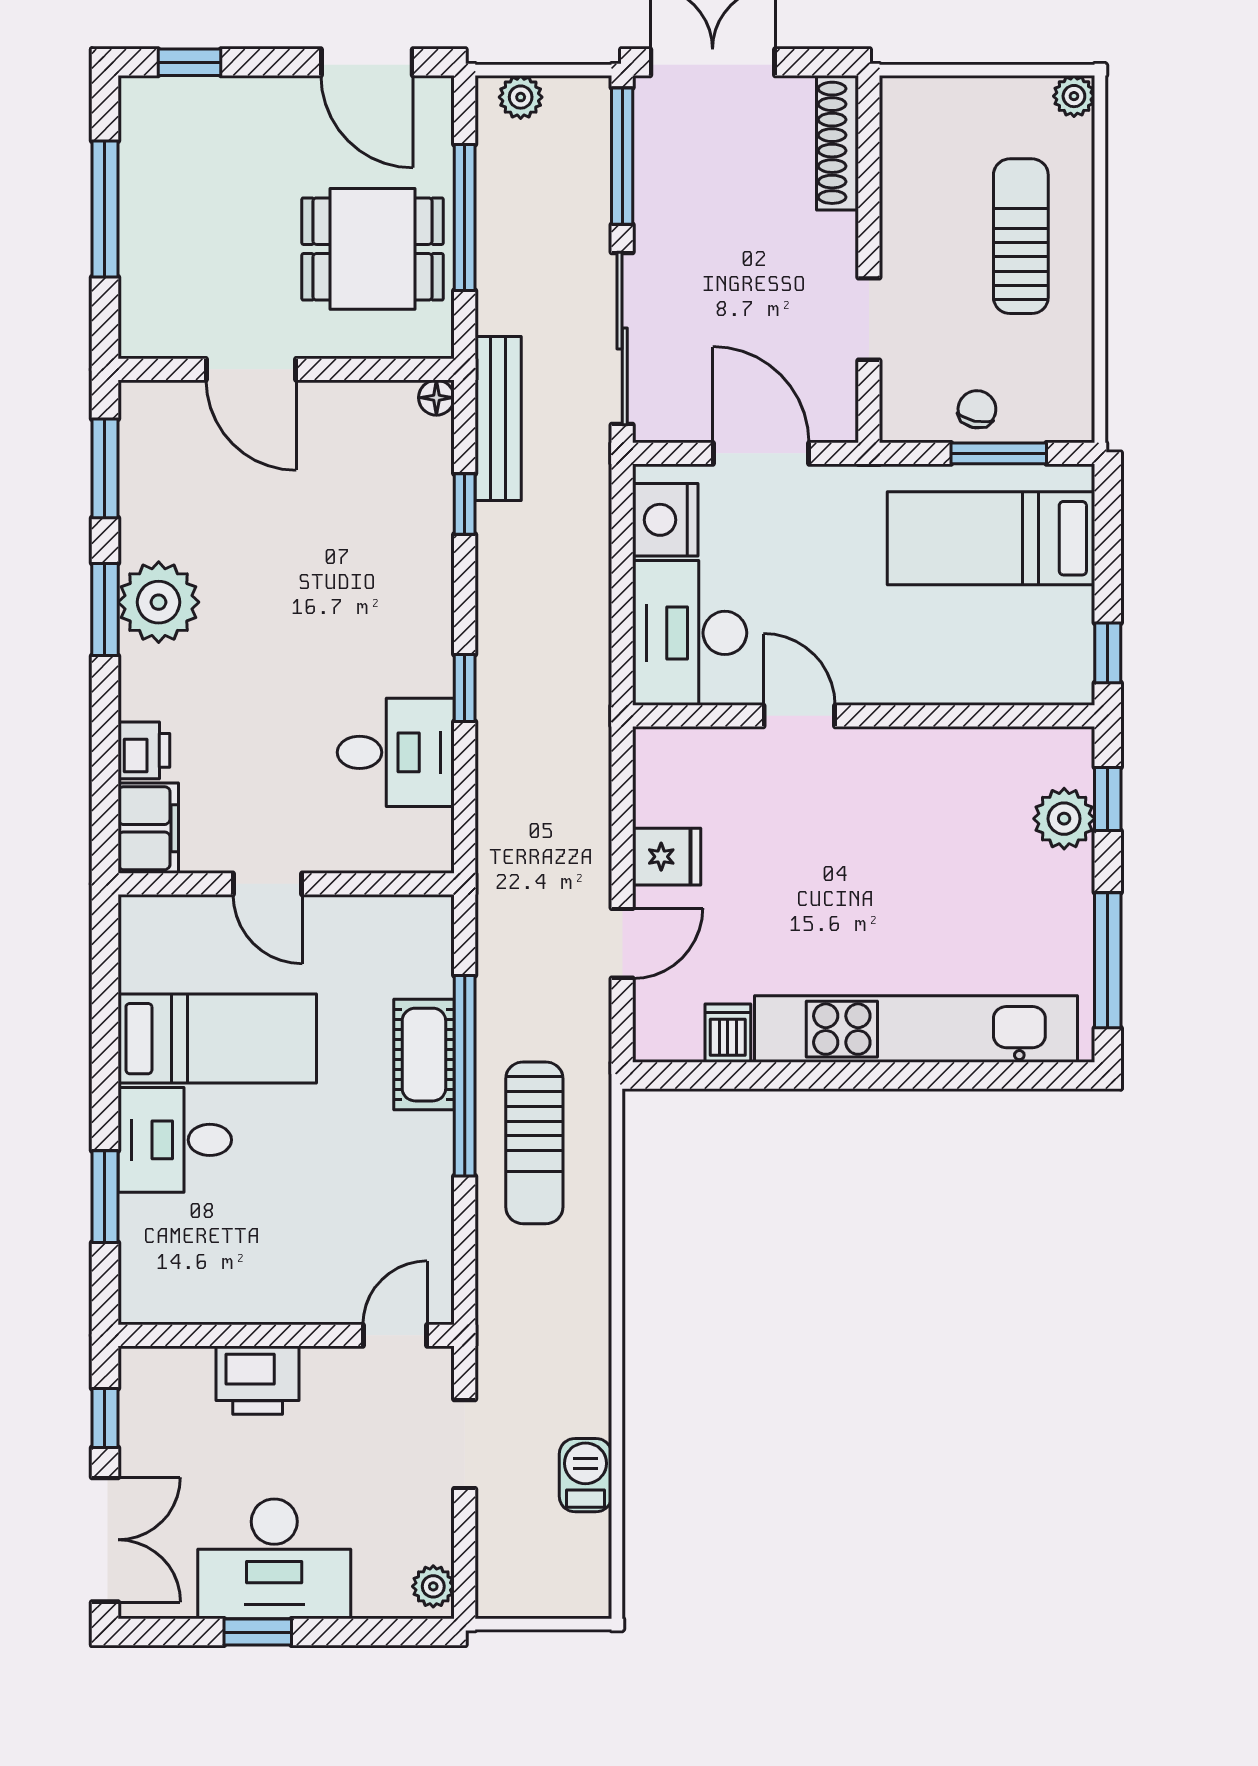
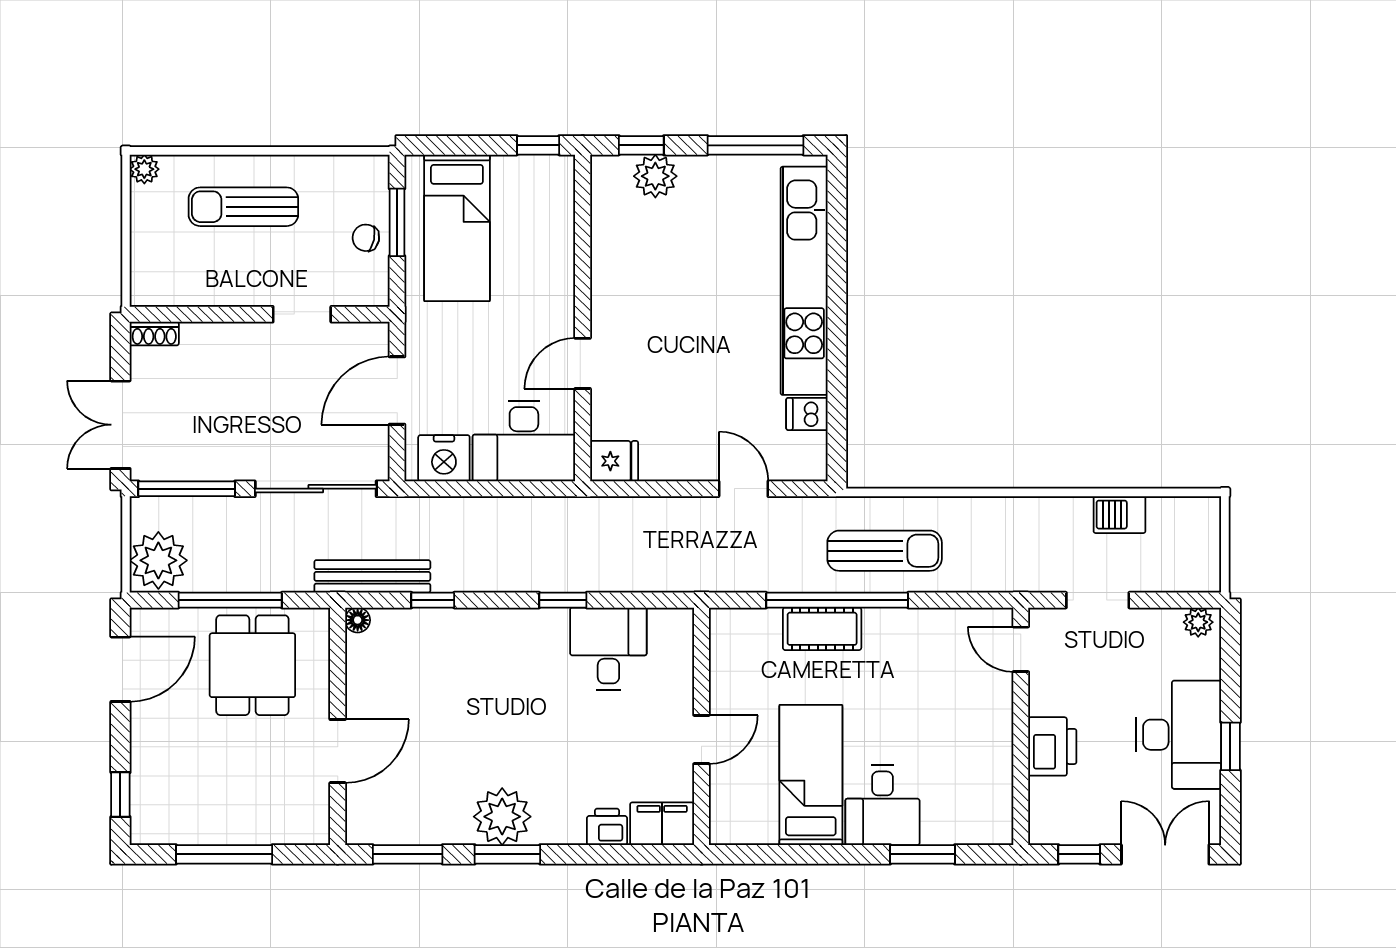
plant: (521, 97) -> (158, 560), width x1.88, depth x1.88
shoe rack: (838, 143) -> (154, 334), width x0.51, depth x0.81
fridge: (667, 857) -> (614, 461), moved, turned 90

